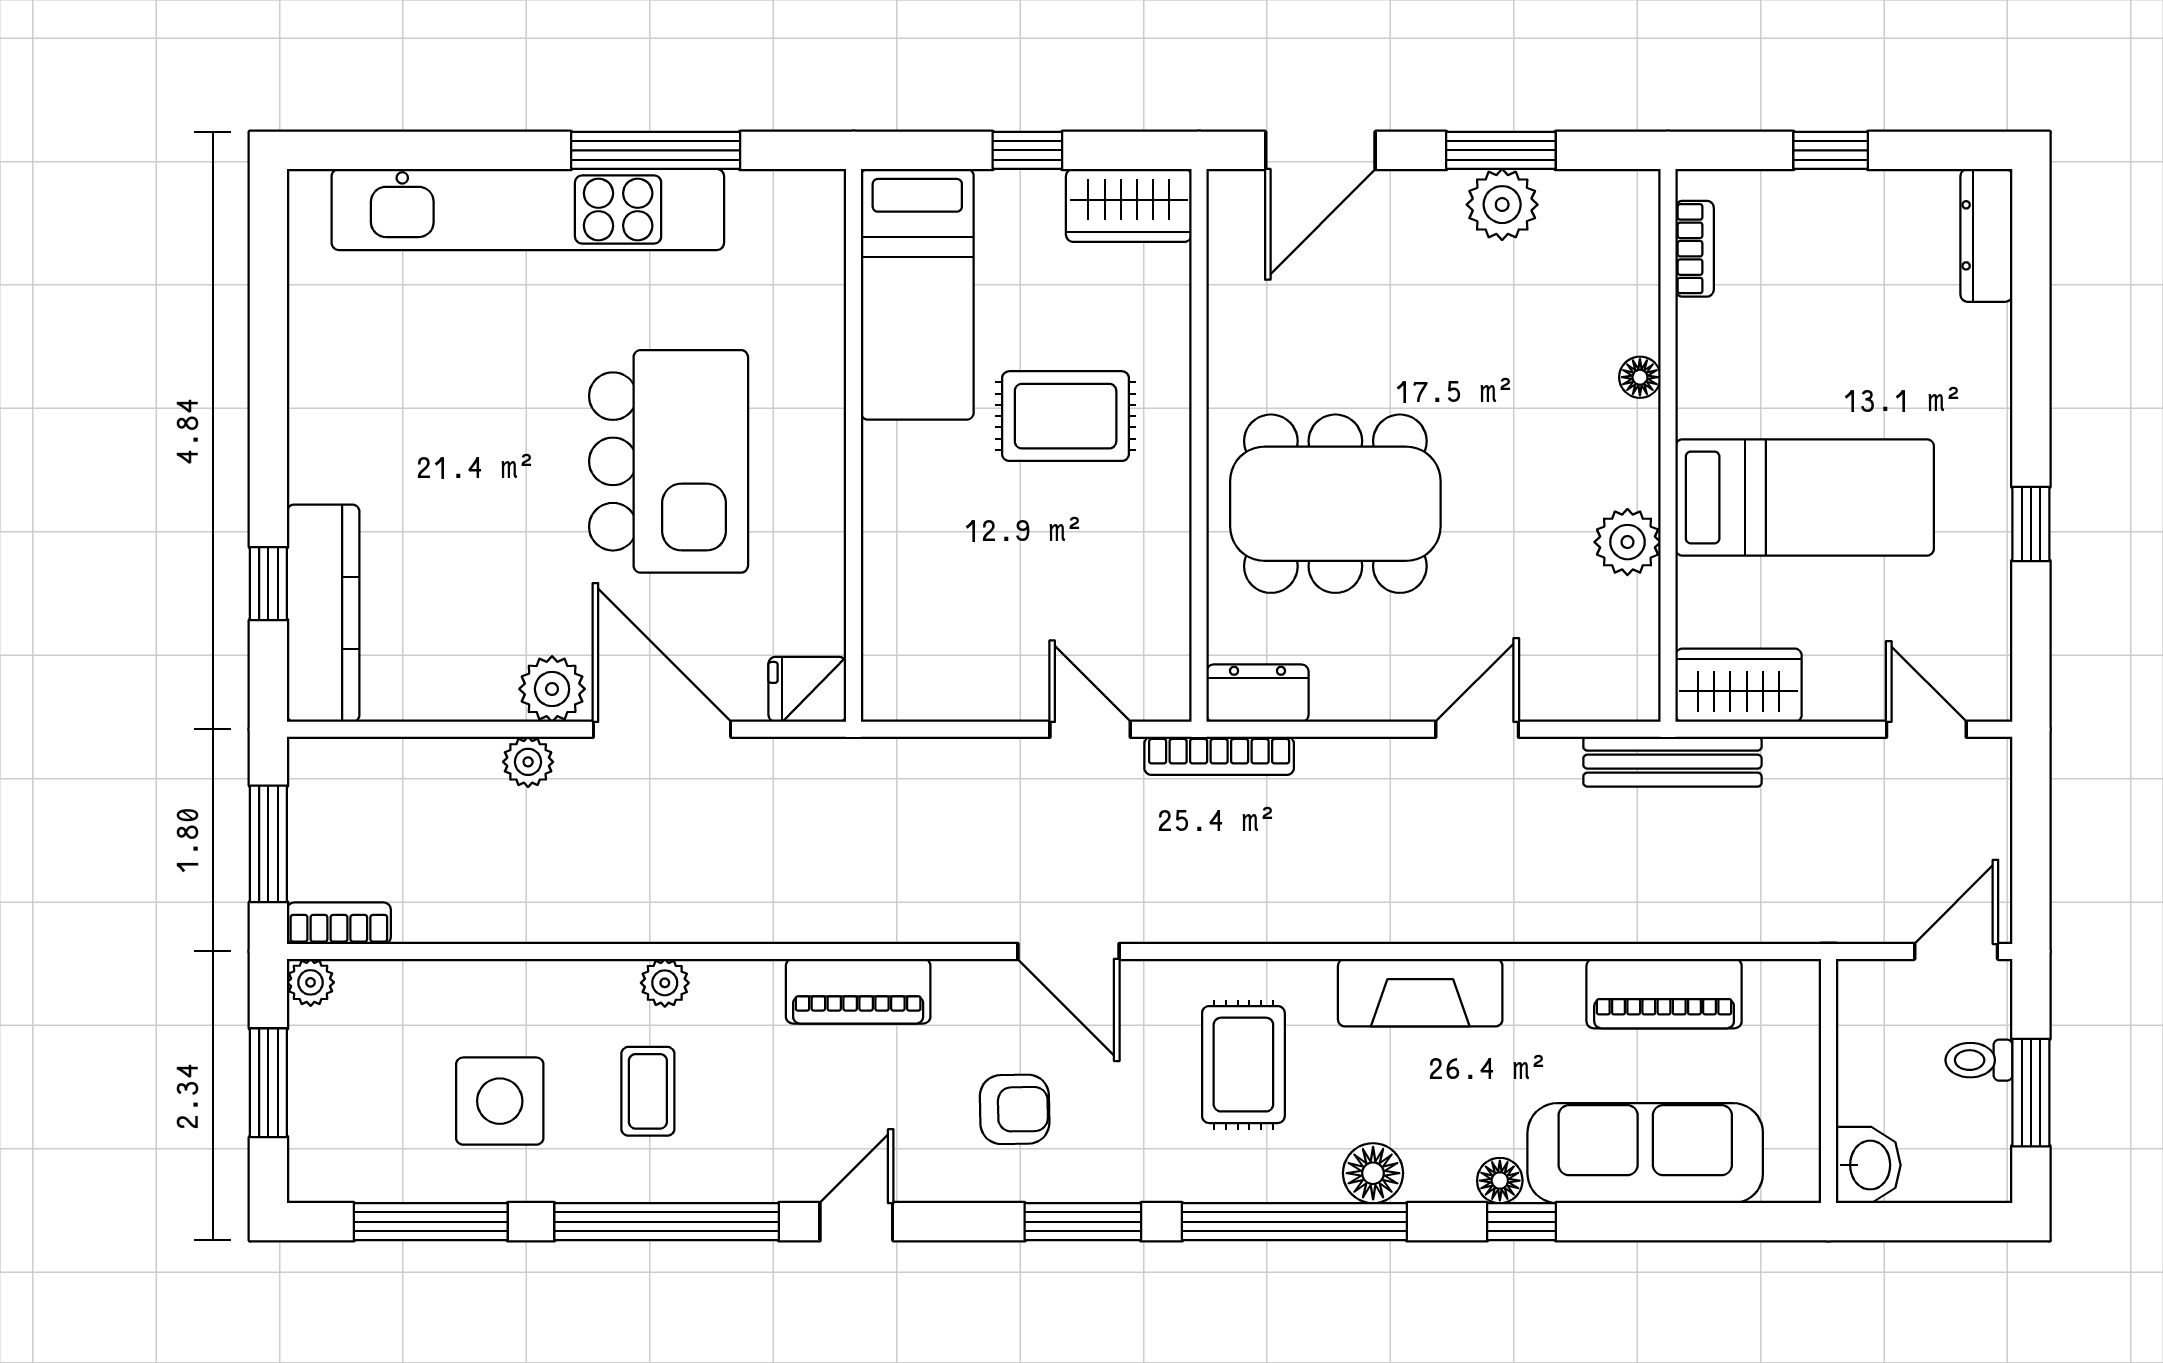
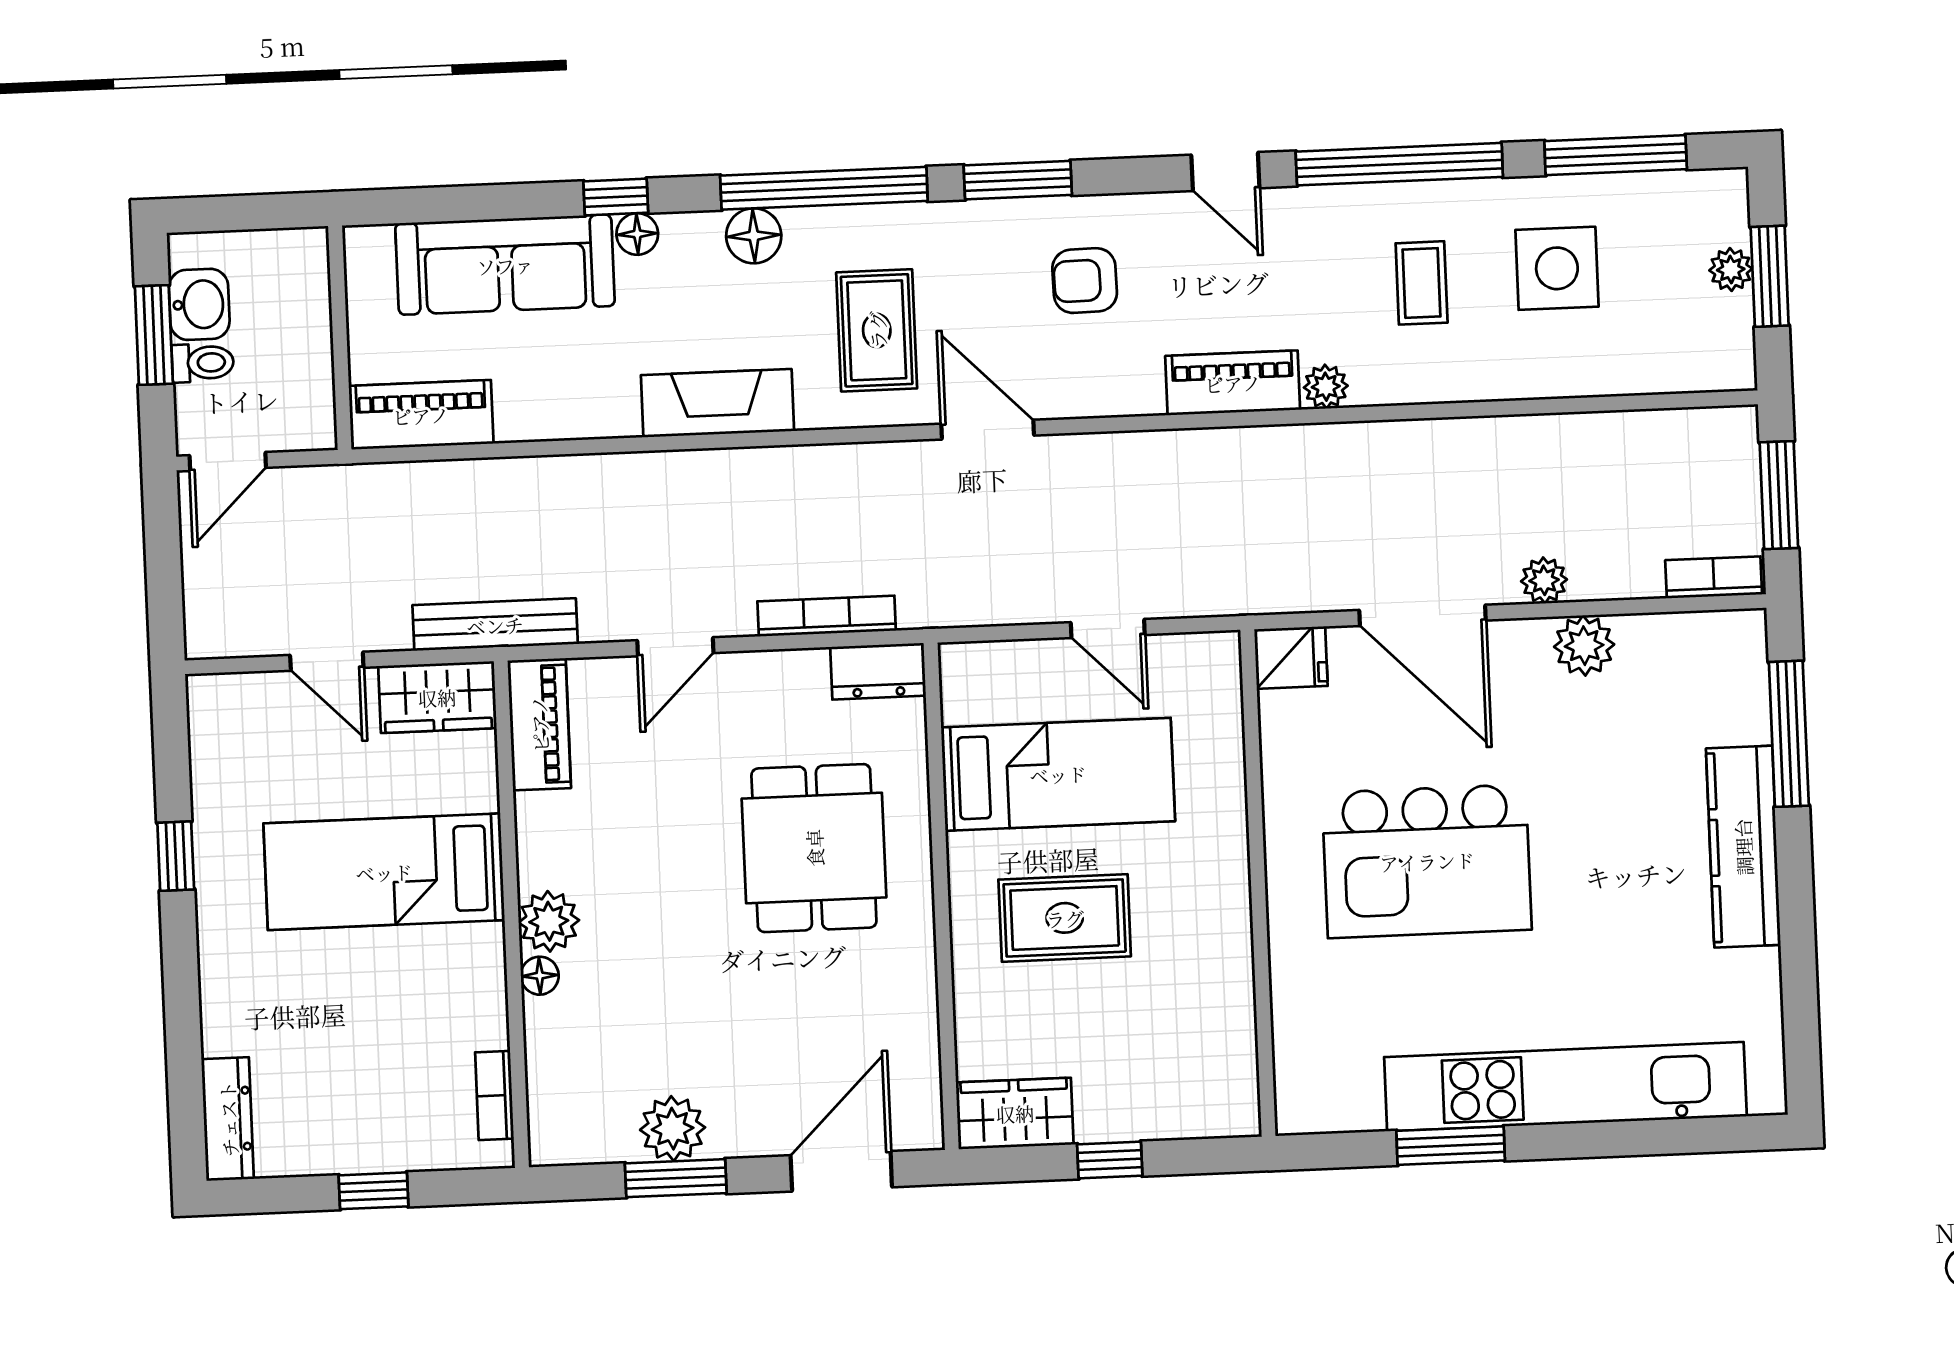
window: (656, 150) -> (1451, 1146), width x0.69
bed: (917, 294) -> (1058, 774), moved, turned 90
kitchen island: (669, 461) -> (1427, 861), turned -90
dining table: (1335, 504) -> (814, 848), width x0.73
plant: (1627, 542) -> (549, 921), moved
window: (268, 584) -> (1789, 734), width x2.17
kitchen counter: (323, 613) -> (1743, 847), moved
piano: (1629, 651) -> (539, 724), added
plant: (552, 689) -> (1584, 646), moved
door: (1090, 729) -> (1108, 629), moved
door: (1926, 729) -> (327, 661), moved
bookcase: (1219, 756) -> (827, 616), moved
bookcase: (339, 923) -> (1714, 577), moved, turned 180
door: (1068, 951) -> (988, 430), moved
plant: (311, 982) -> (1731, 270), moved
plant: (665, 983) -> (1326, 387), moved
piano: (1664, 994) -> (421, 415), moved
washbasin: (1868, 1165) -> (199, 304), moved, turned 180
door: (856, 1222) -> (1225, 171), hinge flipped

